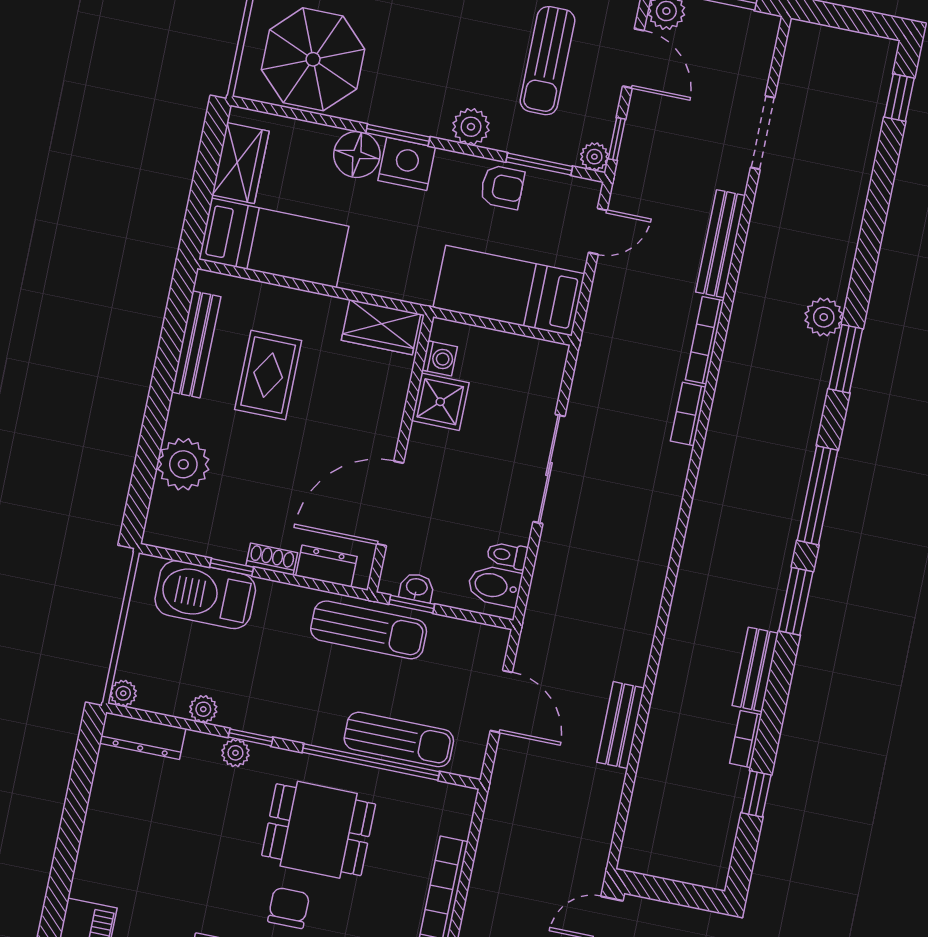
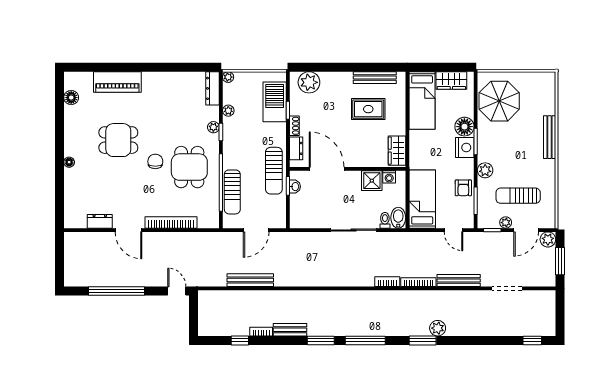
plant: (594, 157) -> (506, 223), moved
plant: (183, 464) -> (309, 82), moved
toilet: (507, 555) -> (385, 220), moved
bidet: (495, 586) -> (398, 218), moved
bench: (621, 725) -> (250, 280), width x1.36
chair: (289, 908) -> (155, 161), turned -90

